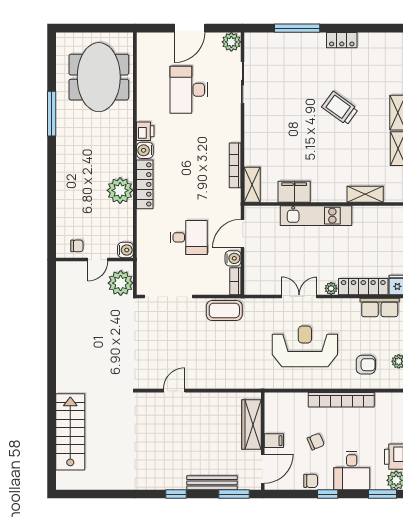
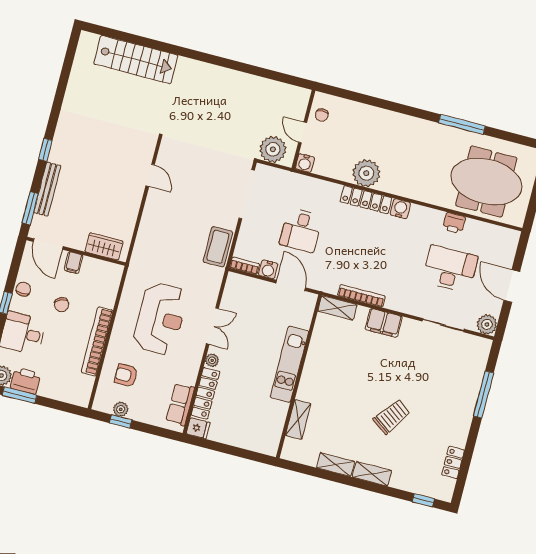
locker: (342, 40) -> (453, 462), moved
printer: (145, 131) -> (454, 223), moved
filing cabinet: (294, 192) -> (384, 323), moved, turned 90
armchair: (366, 365) -> (126, 375), turned 90
wardrobe: (251, 425) -> (104, 246), width x0.67
chair: (311, 481) -> (23, 289), turned 180

